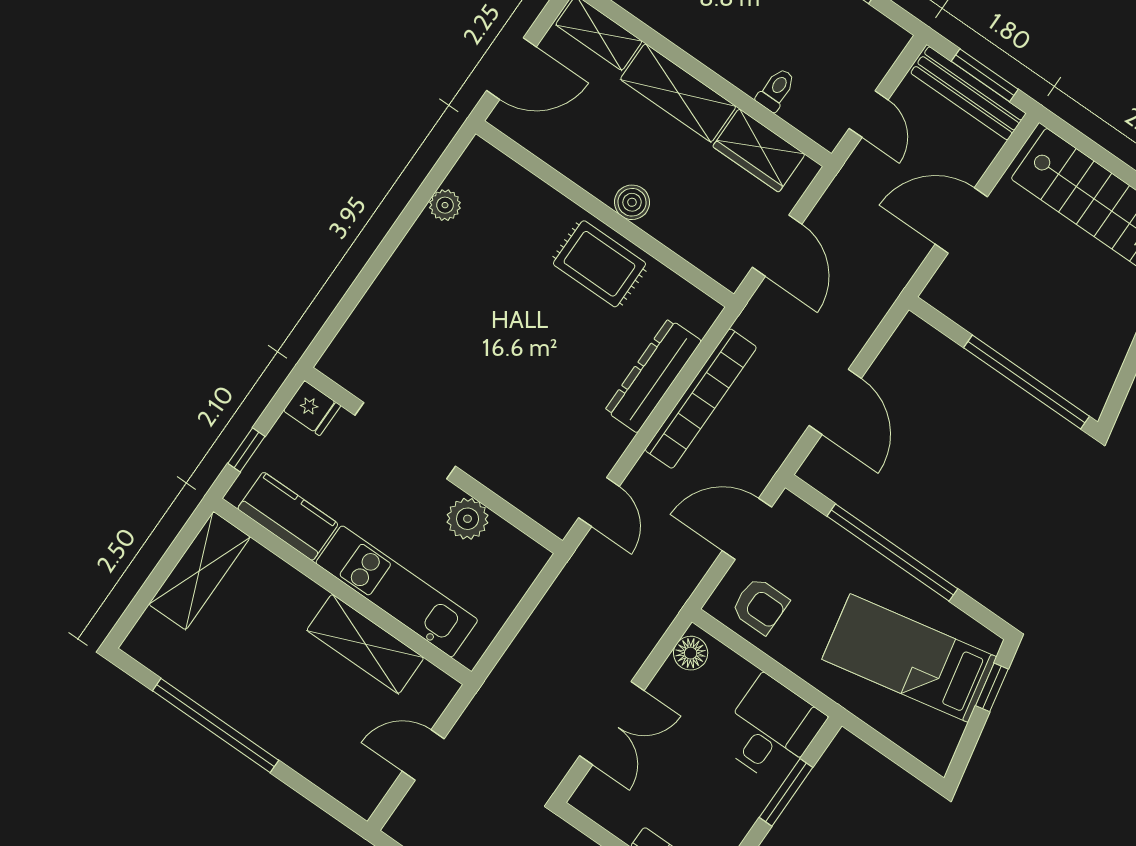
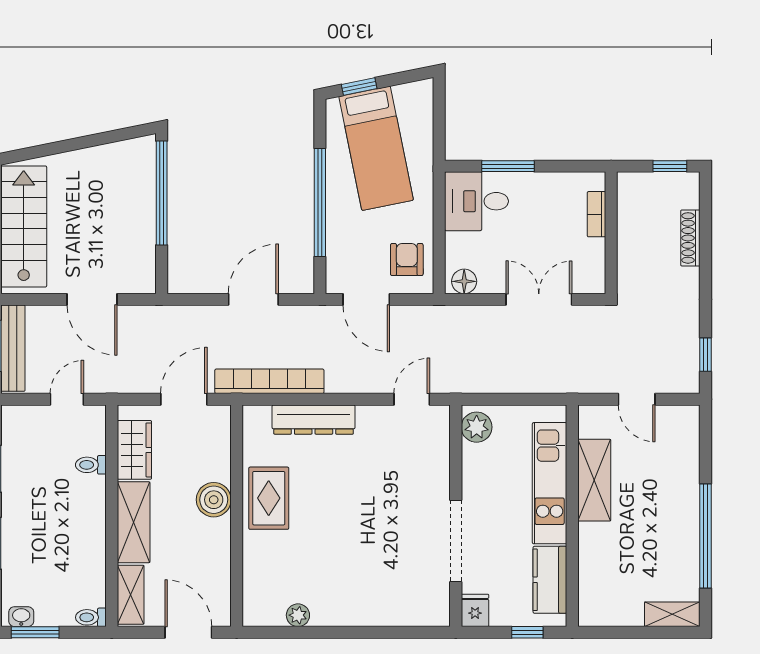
boiler: (632, 202) -> (214, 500), width x1.36, depth x1.36
bookcase: (701, 399) -> (269, 381), moved
plant: (468, 519) -> (477, 427), moved
shelving: (199, 571) -> (672, 614), moved, width x0.67, depth x0.75

